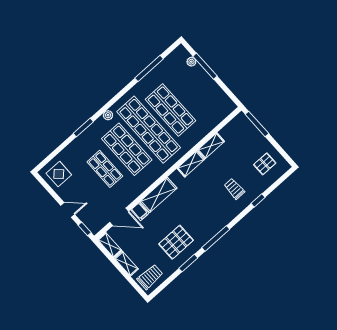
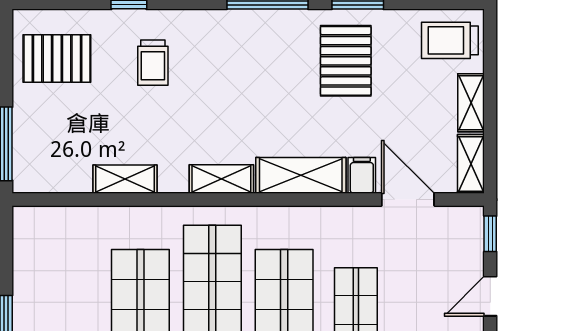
shelving: (191, 164) -> (221, 179), moved
pallet: (265, 164) -> (57, 59), width x1.50, depth x1.42
door: (68, 210) -> (490, 296), hinge flipped
pallet: (176, 242) -> (346, 61), turned 90

